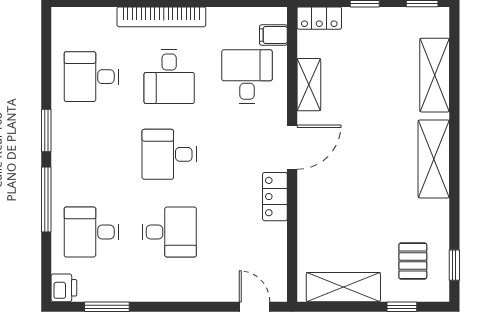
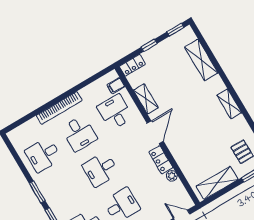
shelving: (434, 159) -> (229, 104), width x0.67, depth x0.75
plant: (277, 233) -> (172, 176), added

